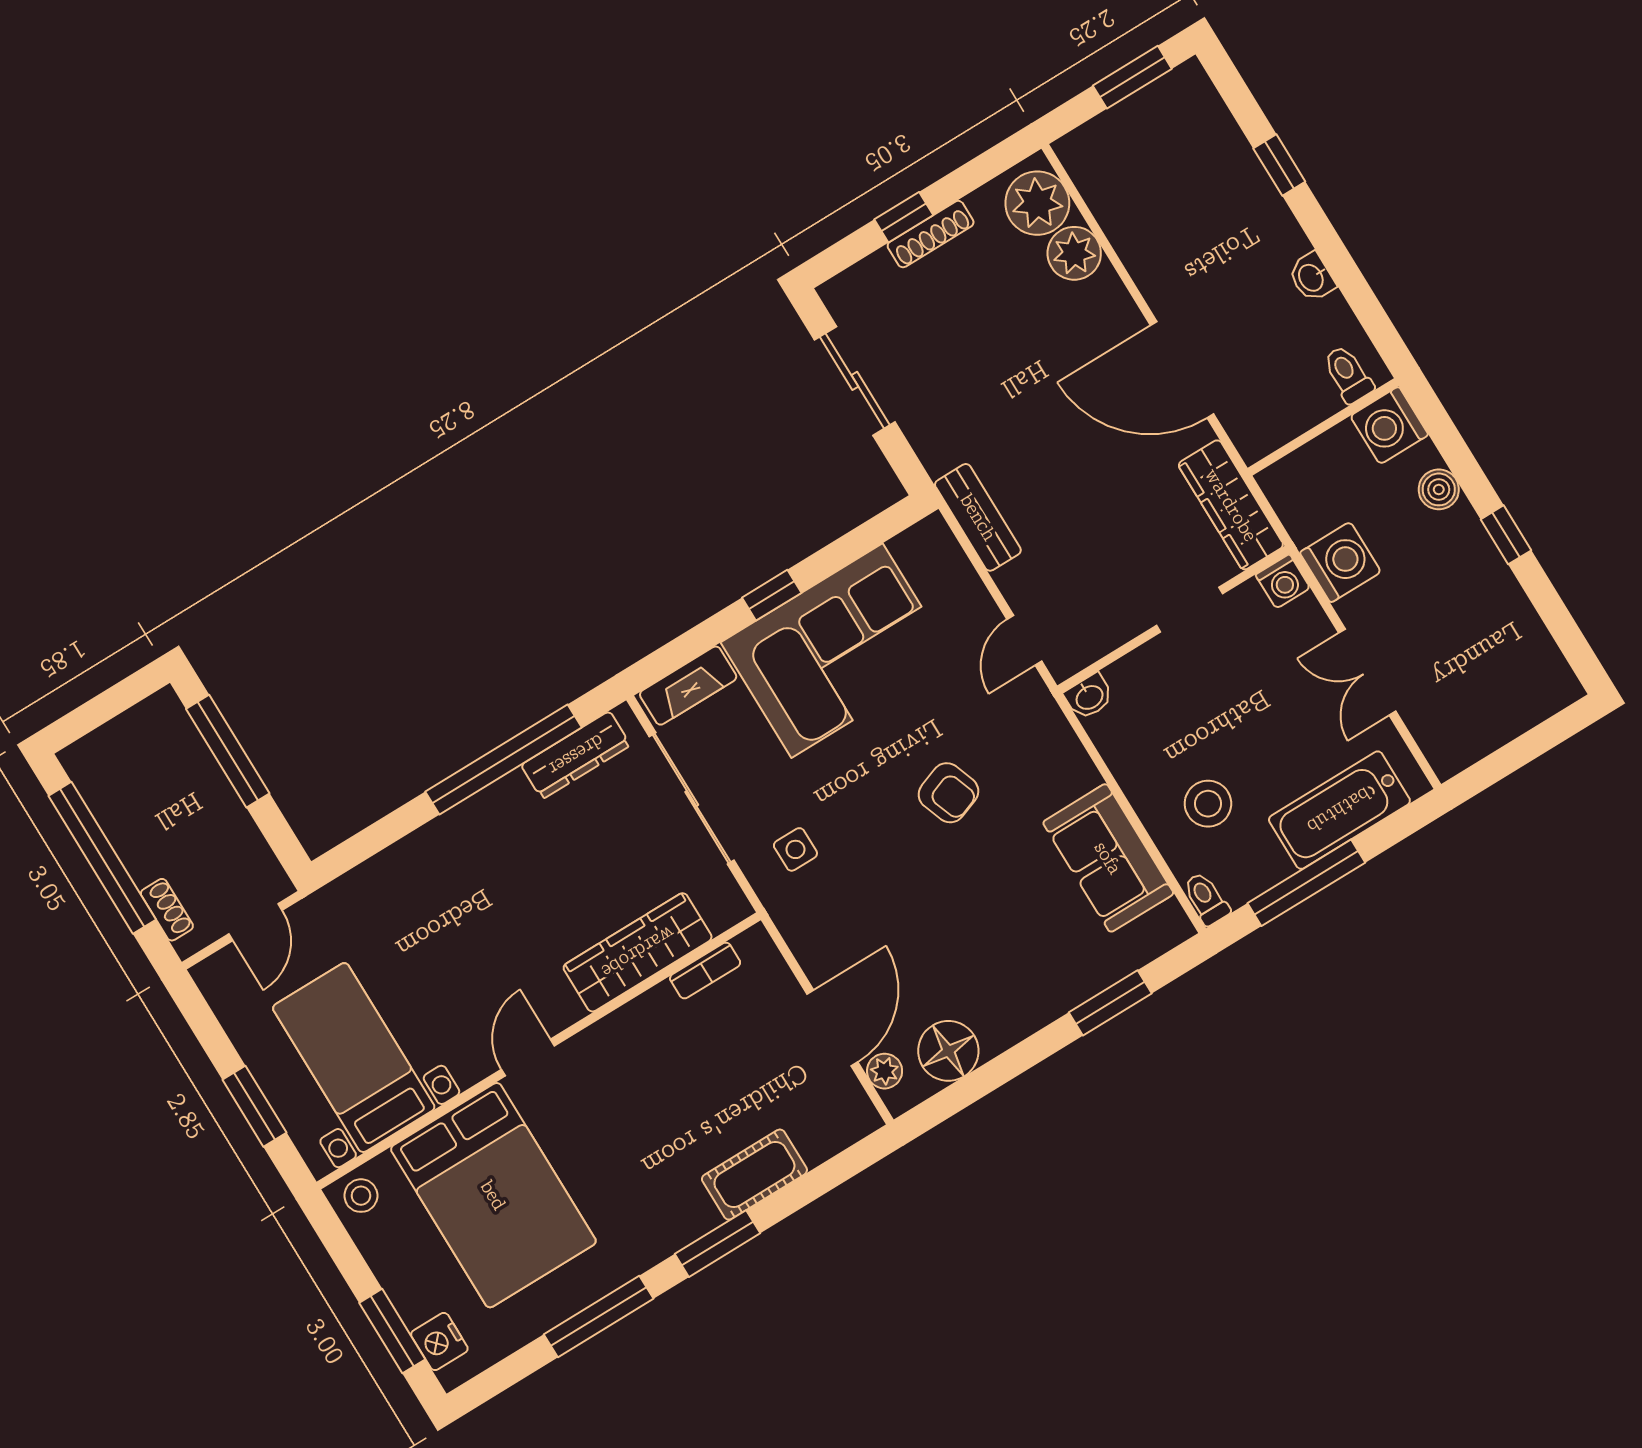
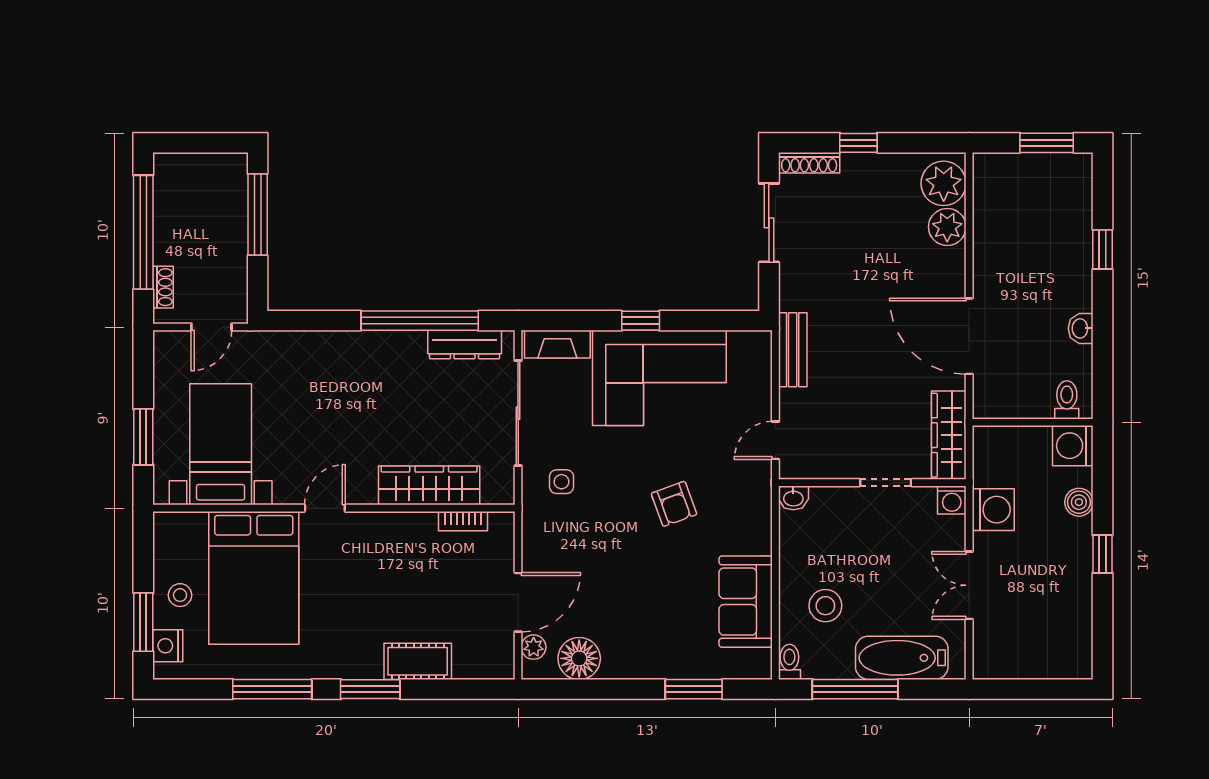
shoe rack: (931, 234) -> (809, 163), moved
stool: (361, 1196) -> (180, 595), moved

